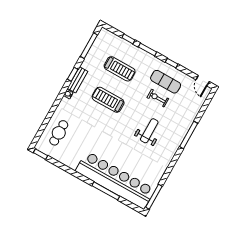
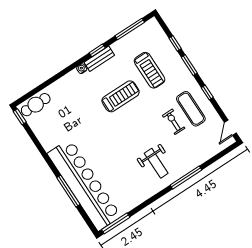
treadmill: (108, 100) -> (121, 96), turned 90
weight bench: (149, 131) -> (156, 163), moved, turned 90
cafe table: (59, 133) -> (36, 105), moved

